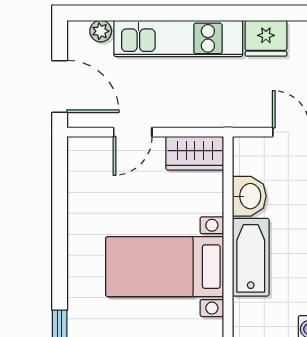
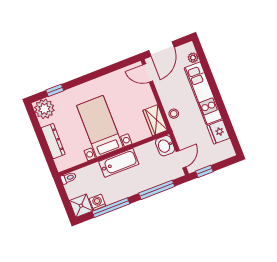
stool: (196, 112) -> (174, 114), added
door: (133, 132) -> (148, 73), moved
washbasin: (249, 196) -> (165, 146), moved, turned 90

